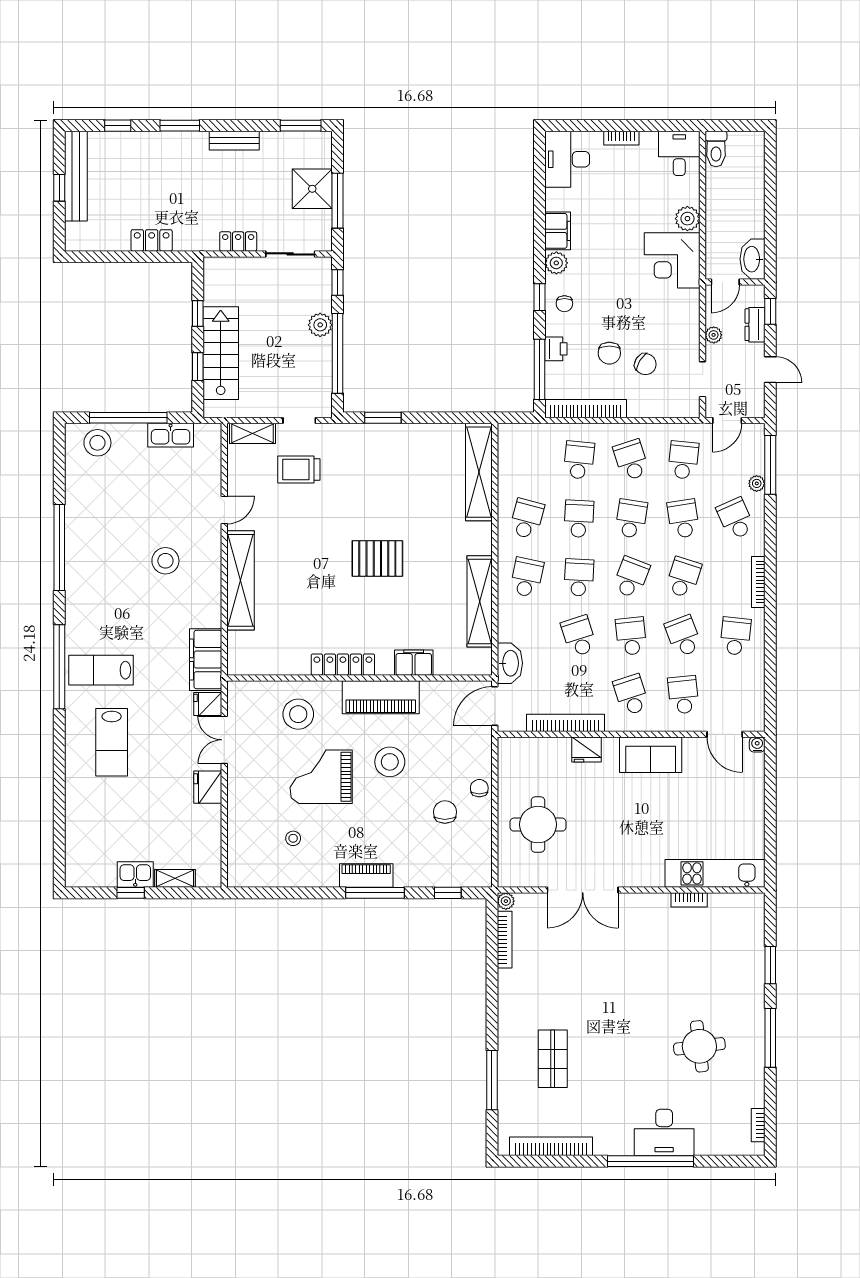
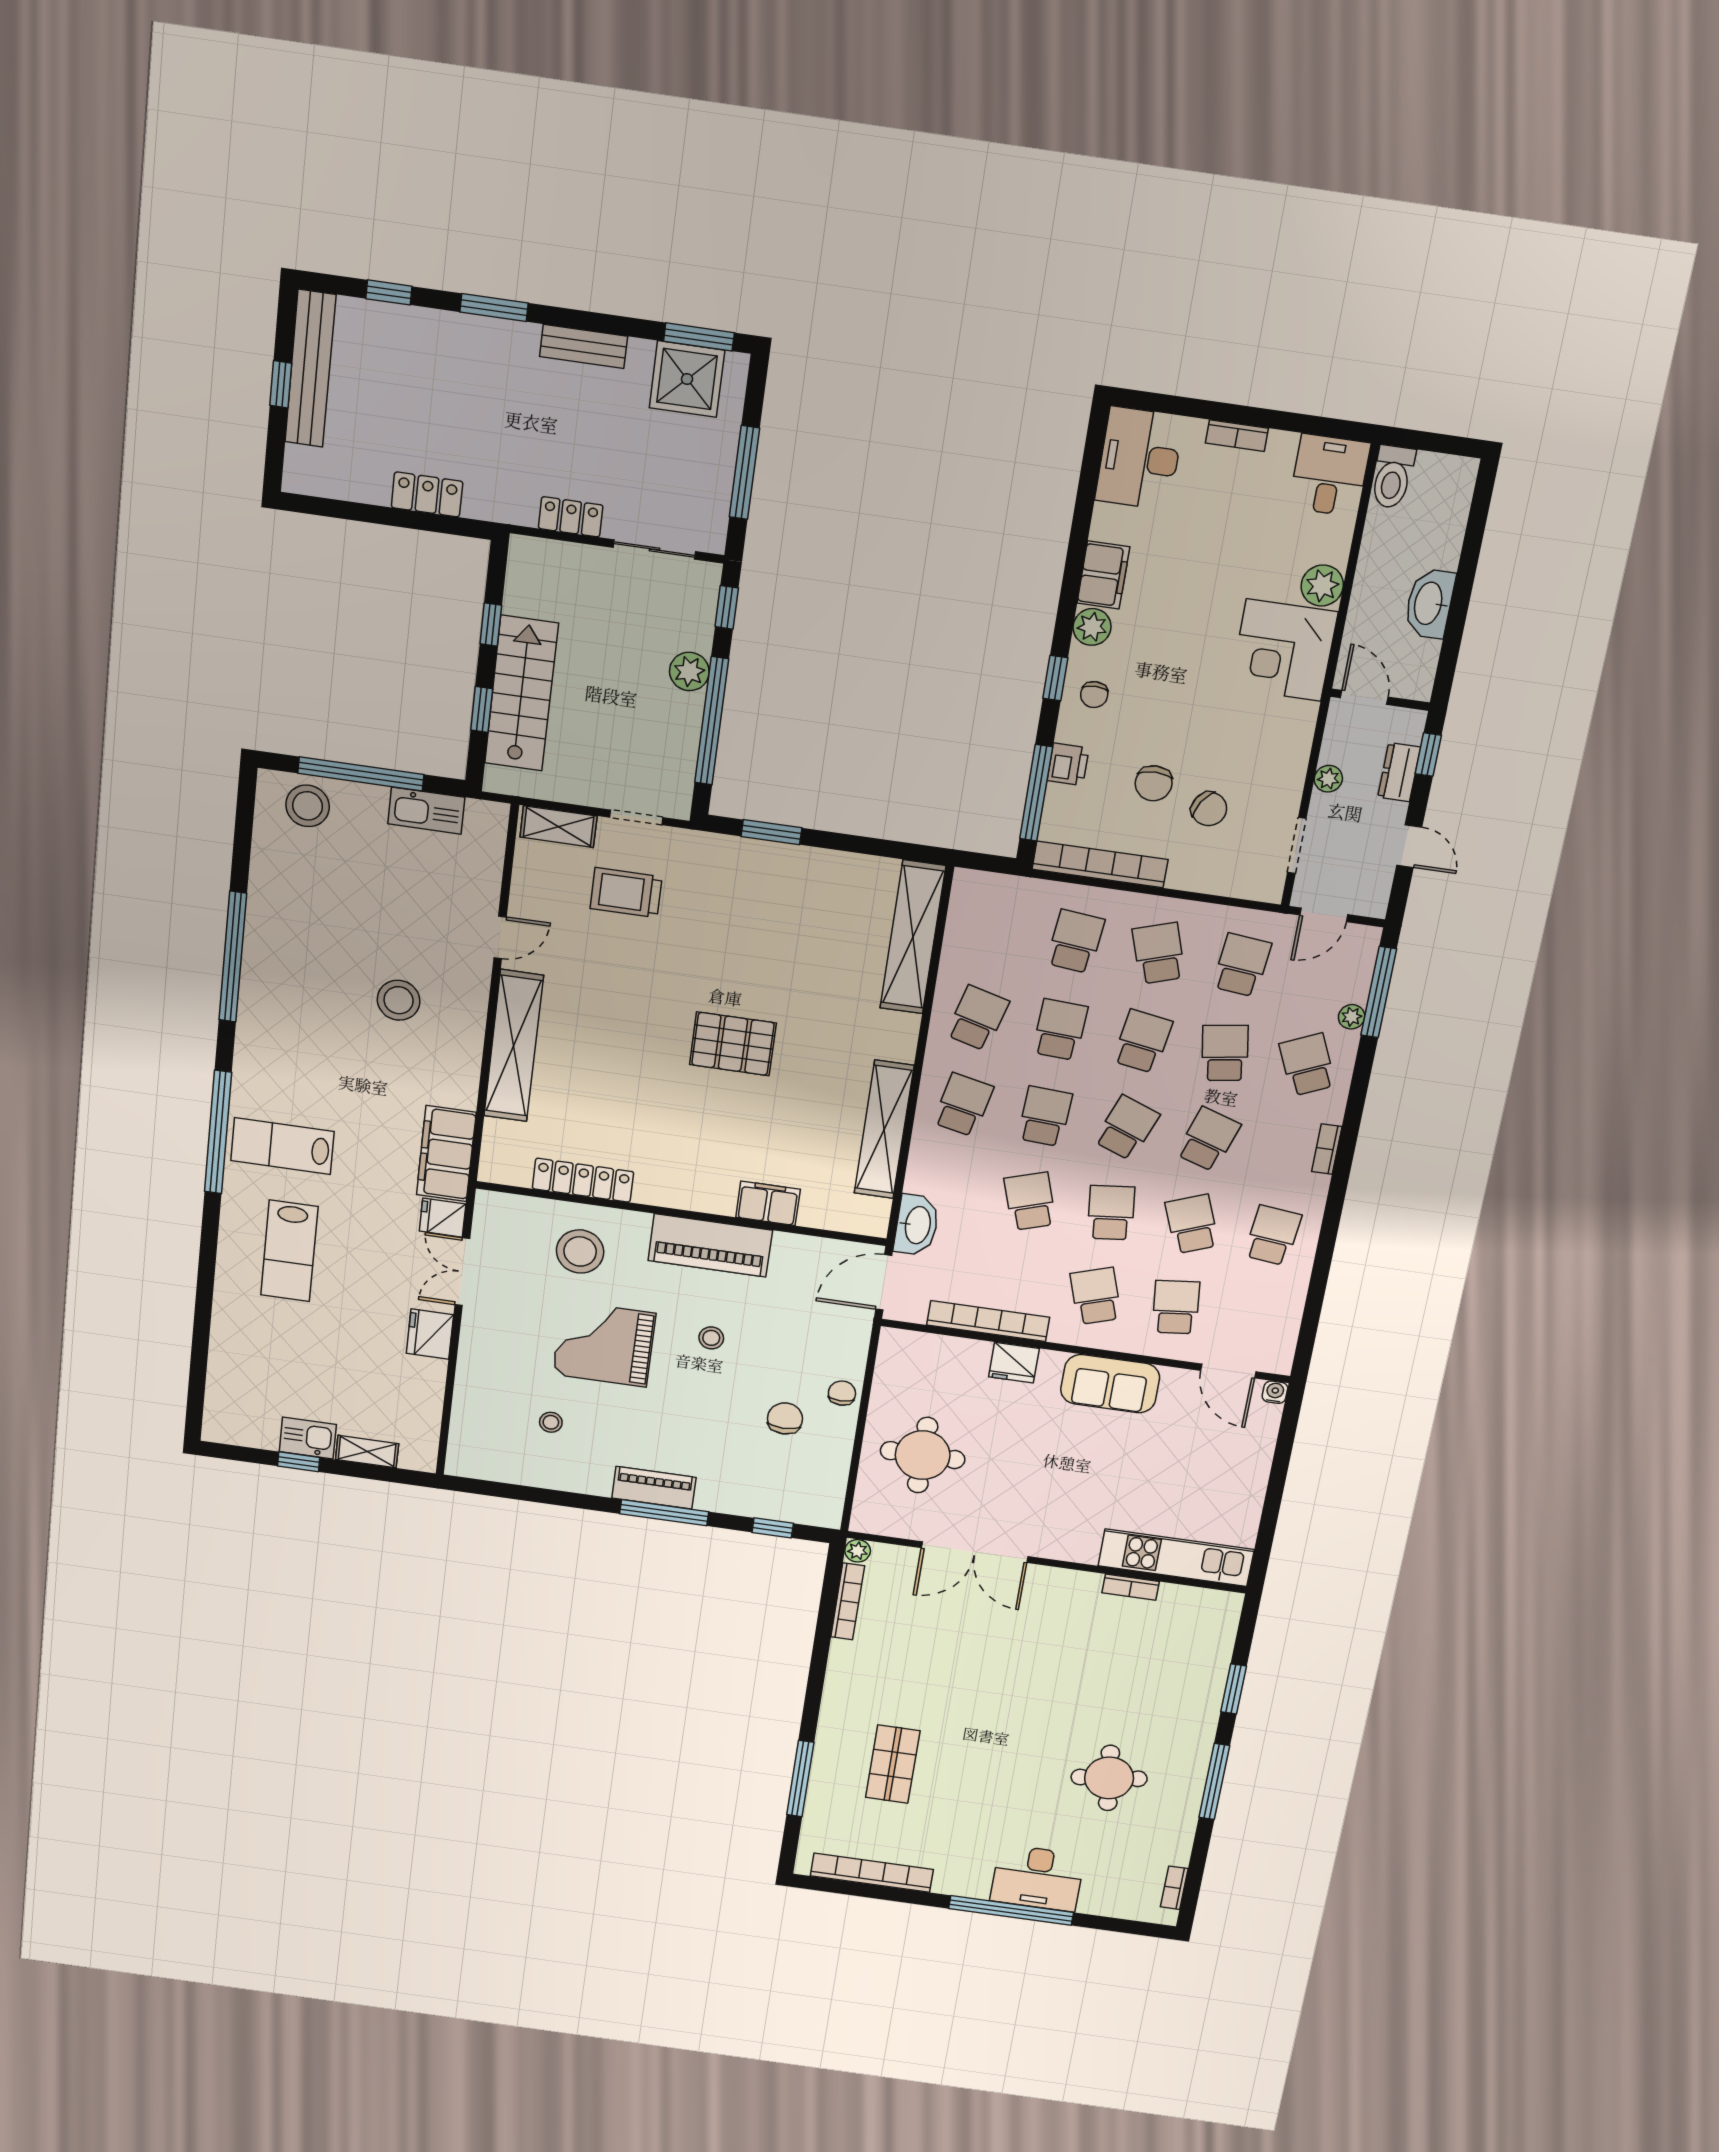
shower: (312, 189) -> (687, 379), moved
washbasin: (752, 259) -> (1429, 603), moved
door: (725, 282) -> (1364, 697), swing flipped
bookcase: (758, 582) -> (1327, 1149), width x0.64
locker: (343, 665) -> (583, 1180), moved
stool: (390, 762) -> (711, 1338), width x0.53, depth x0.53

